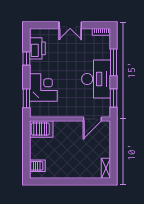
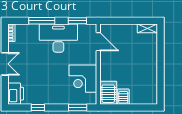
printer: (37, 48) -> (16, 94), moved, turned 90
corner desk: (43, 87) -> (83, 79), moved, turned -90
server rack: (37, 166) -> (123, 97), moved

